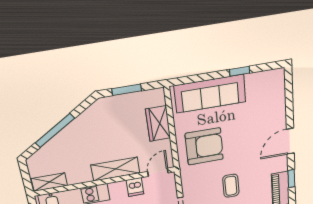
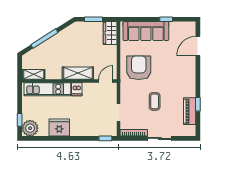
wardrobe: (158, 124) -> (110, 33), moved
door: (290, 141) -> (198, 46), moved
armchair: (204, 146) -> (139, 68), turned -90
dishwasher: (135, 187) -> (77, 89), moved

